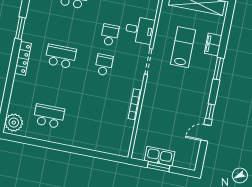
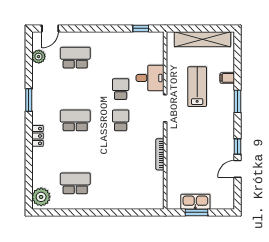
filing cabinet: (213, 45) -> (227, 78), width x0.50
locker: (23, 58) -> (37, 136), width x0.66

